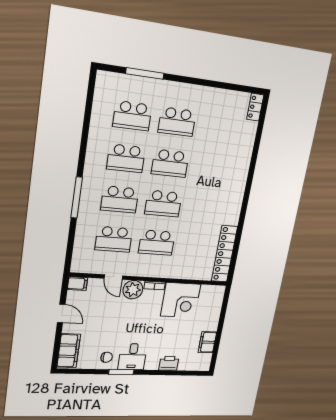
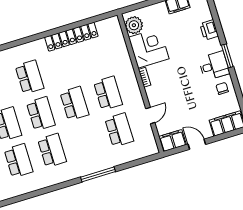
school desk: (120, 199) -> (30, 77), moved
locker: (224, 254) -> (71, 37), moved
filing cabinet: (77, 284) -> (173, 141), width x2.00
plant: (133, 290) -> (134, 25), moved
door: (61, 313) -> (197, 144), hinge flipped
window: (121, 372) -> (227, 56), moved

